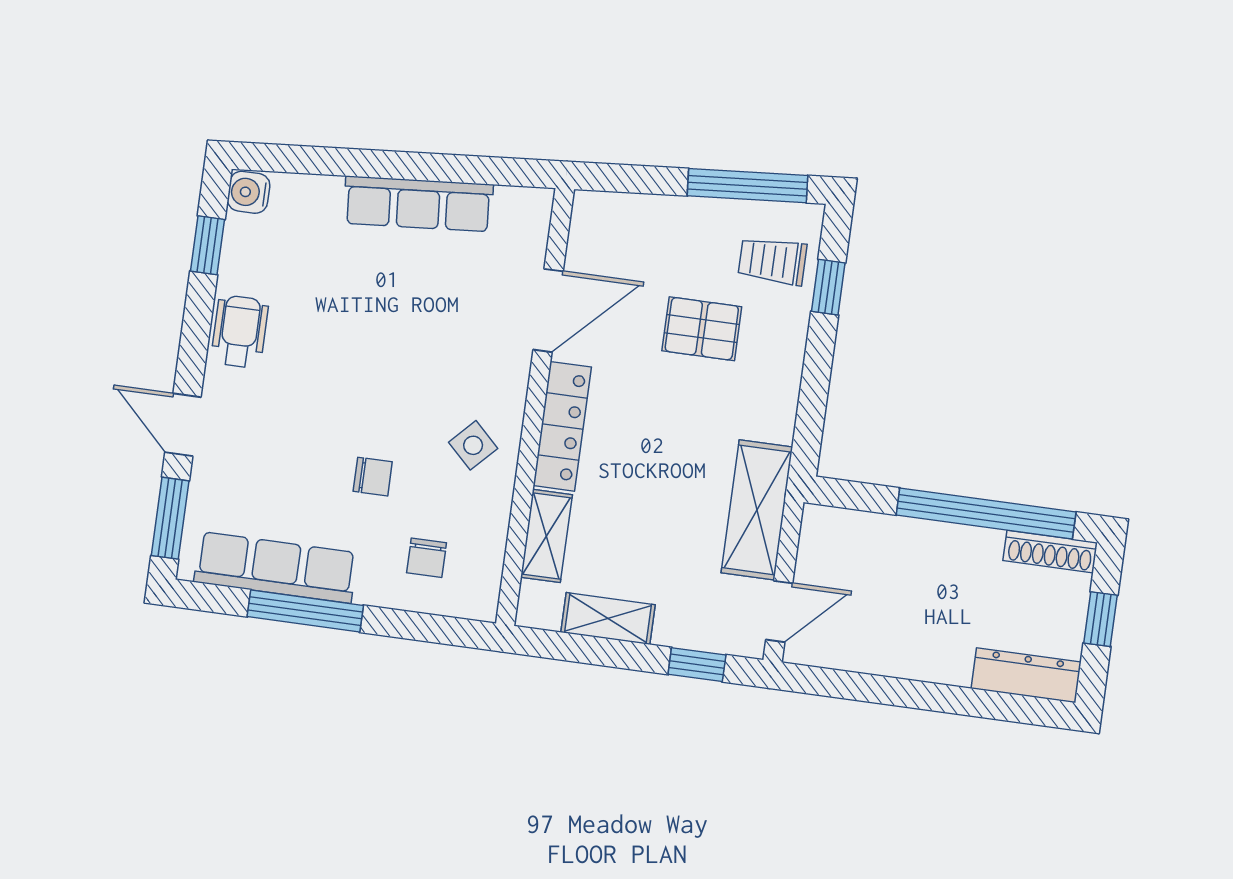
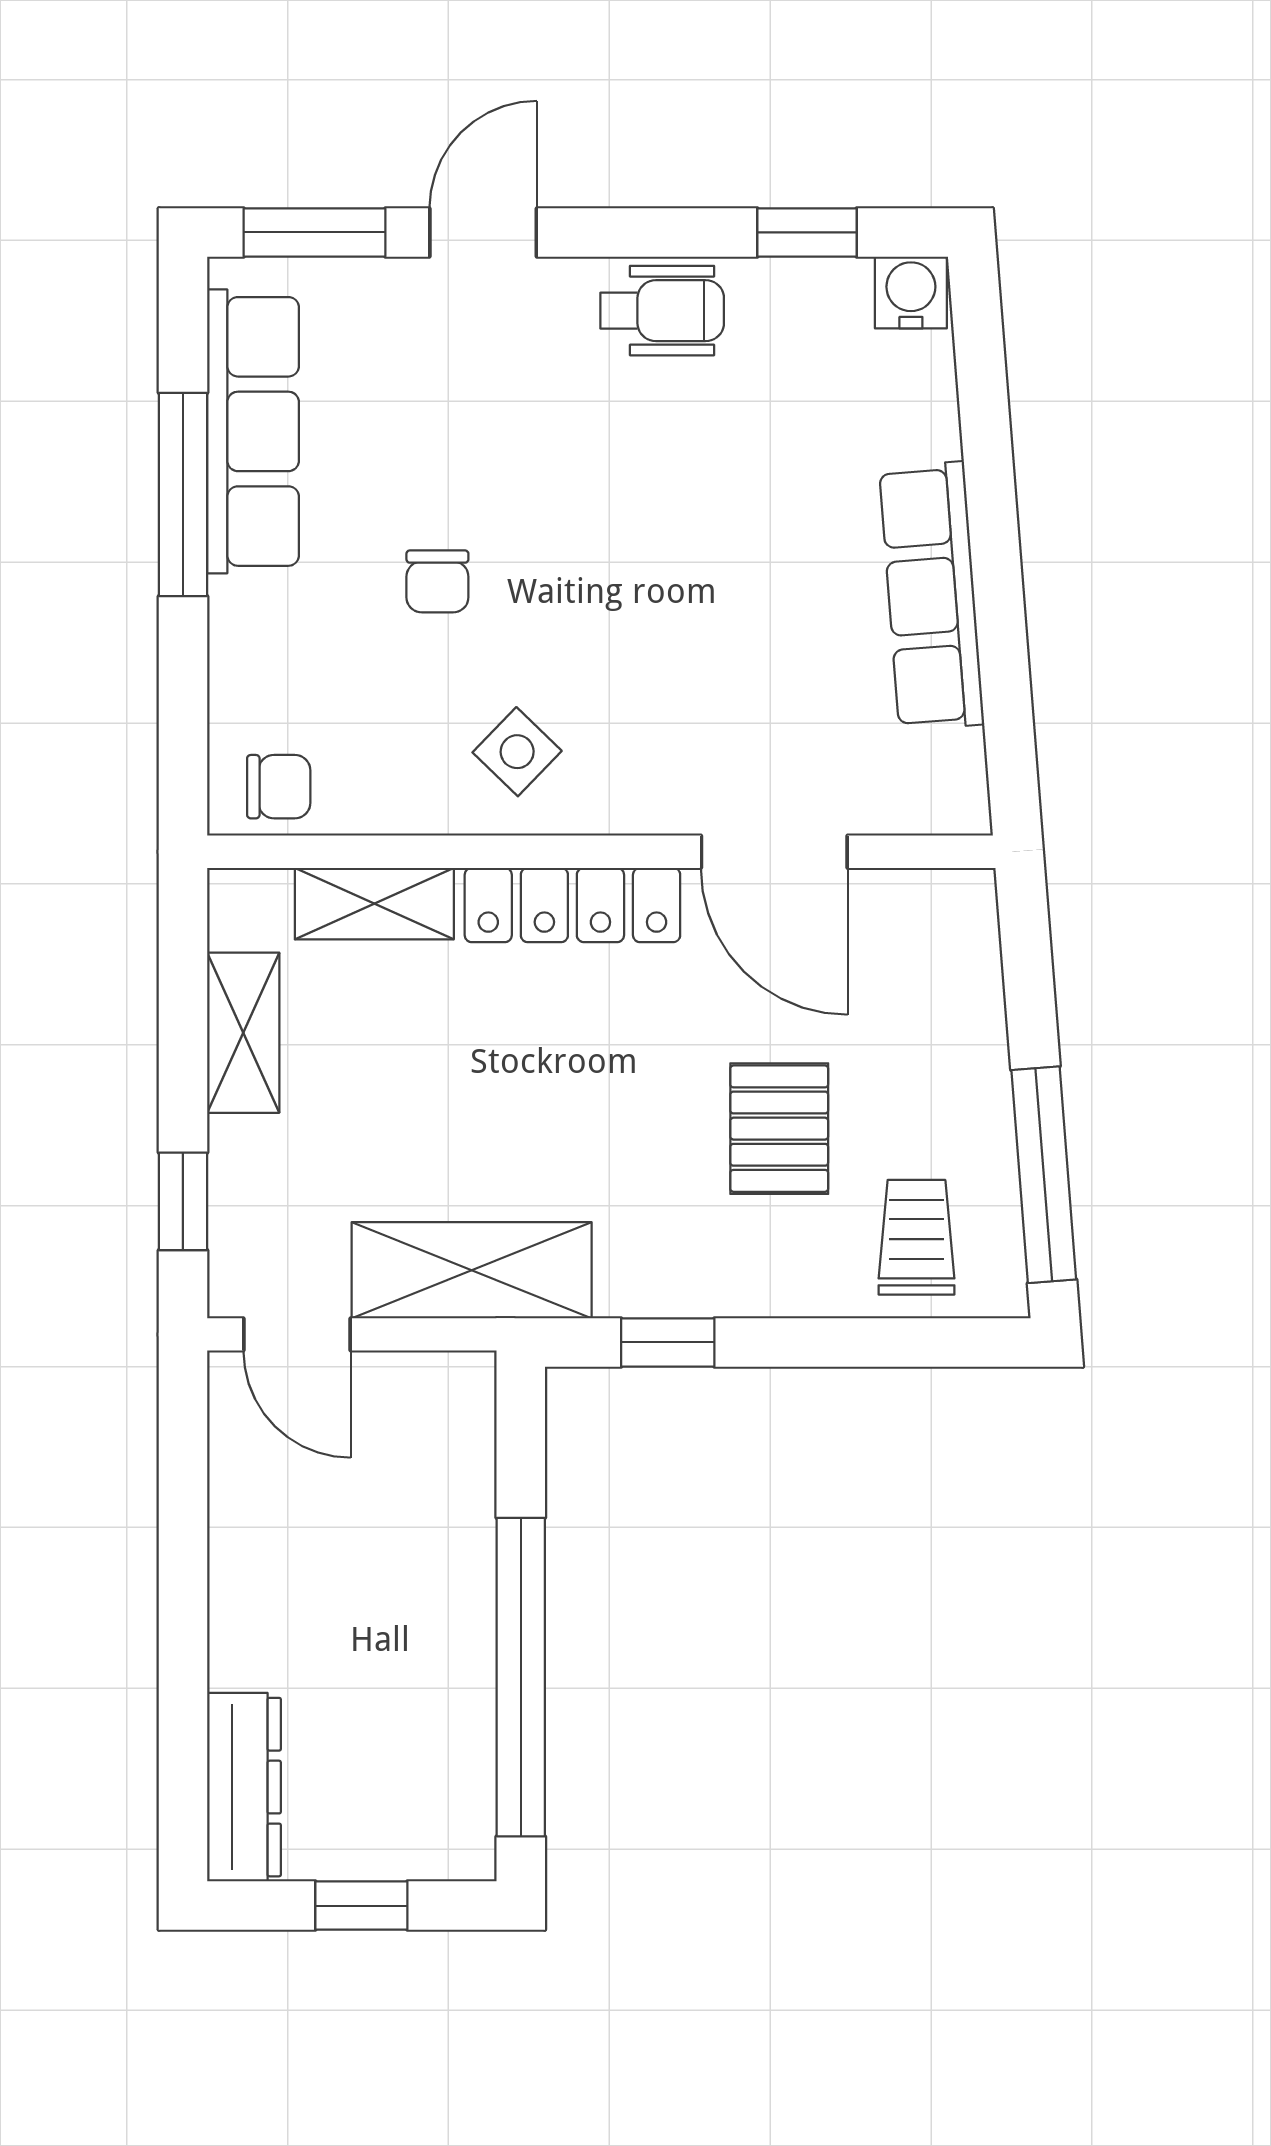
window: (828, 287) -> (668, 1342), moved
shoe rack: (1050, 552) -> (469, 1800), removed
chair: (427, 558) -> (279, 787), moved, turned 180

